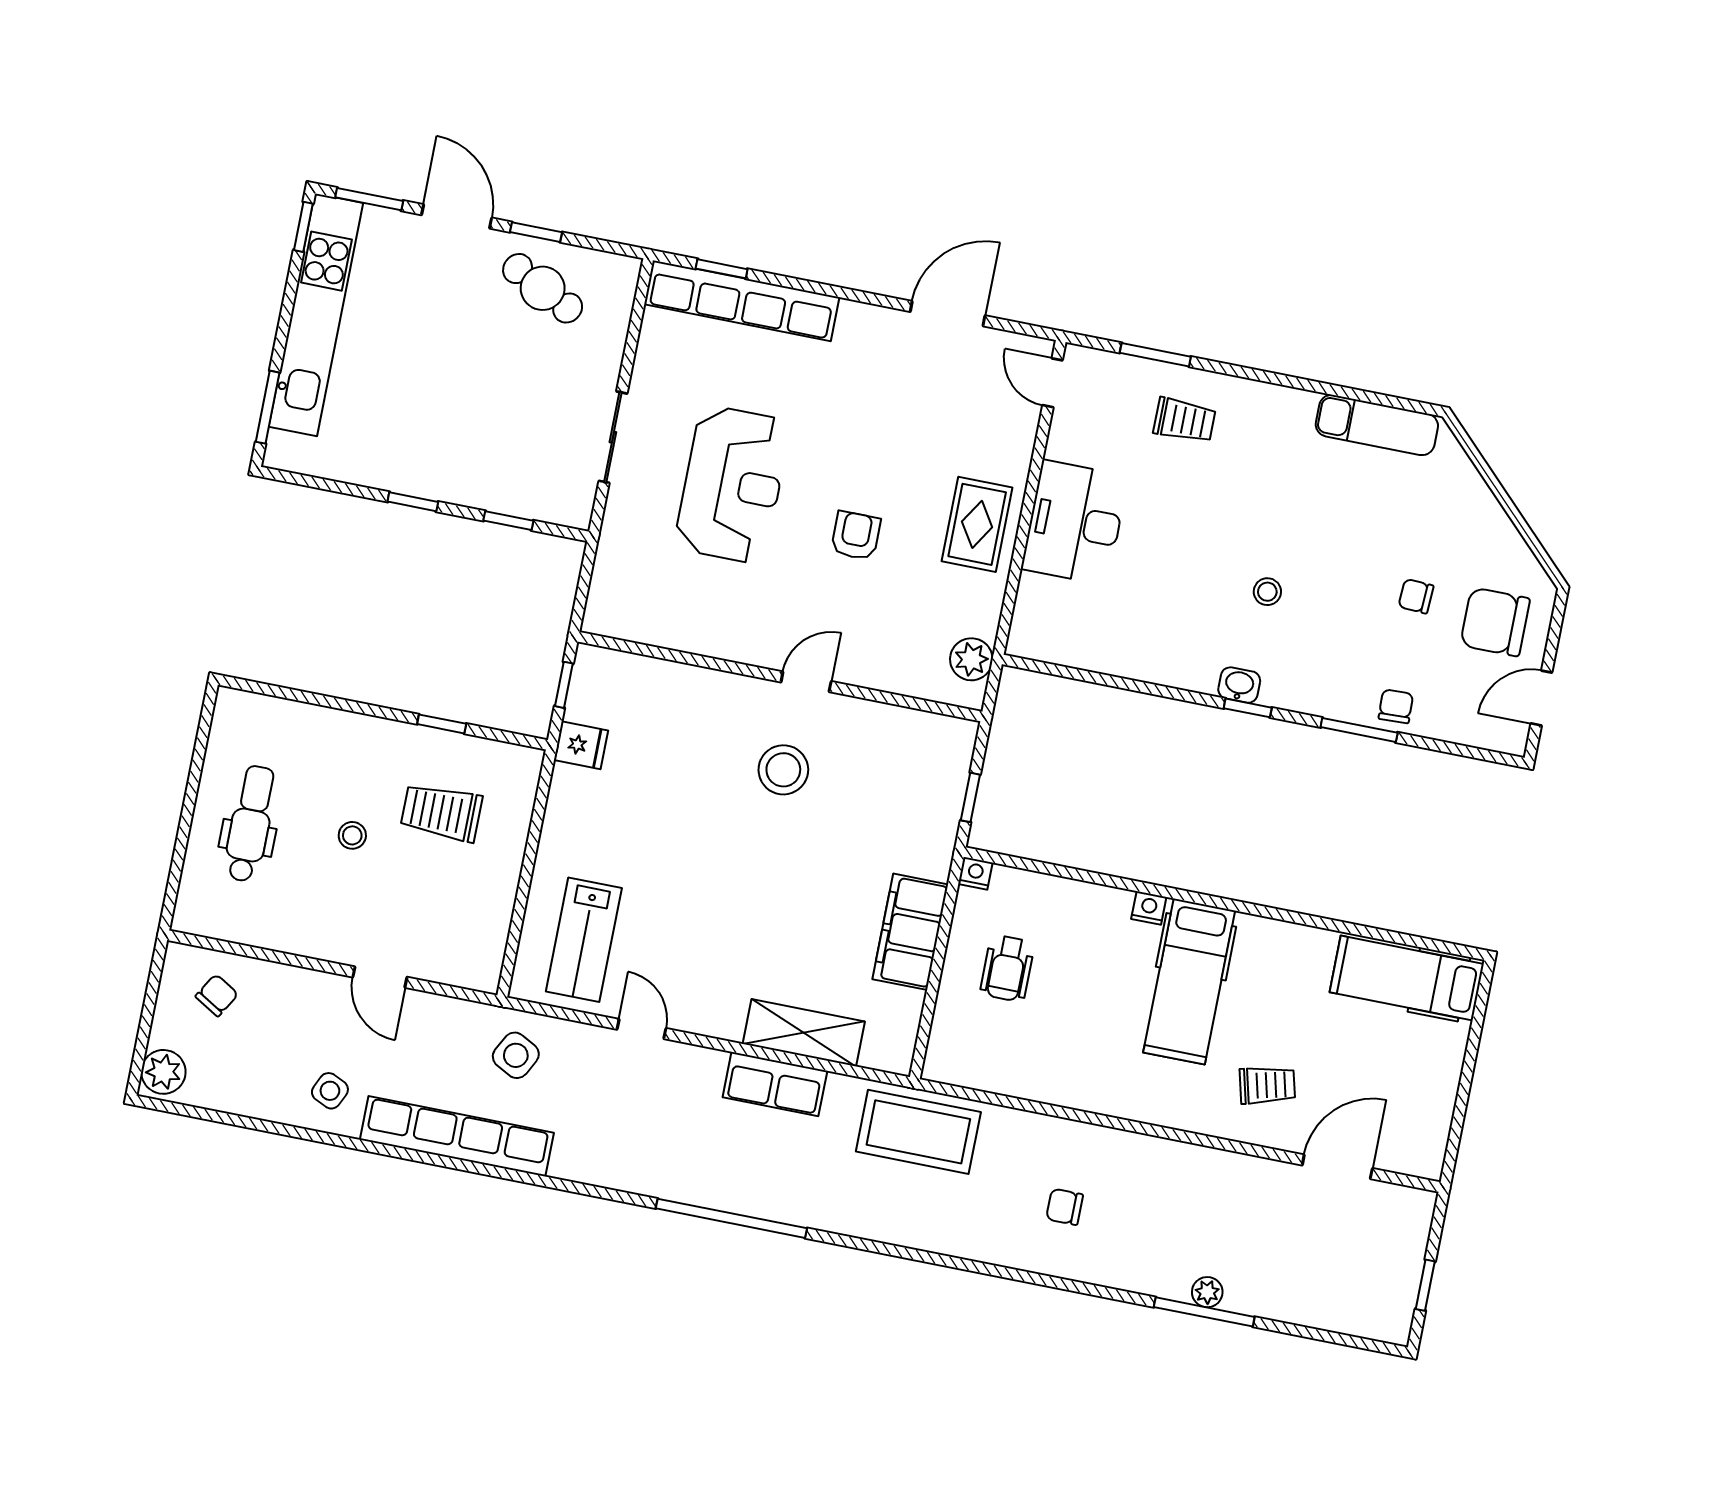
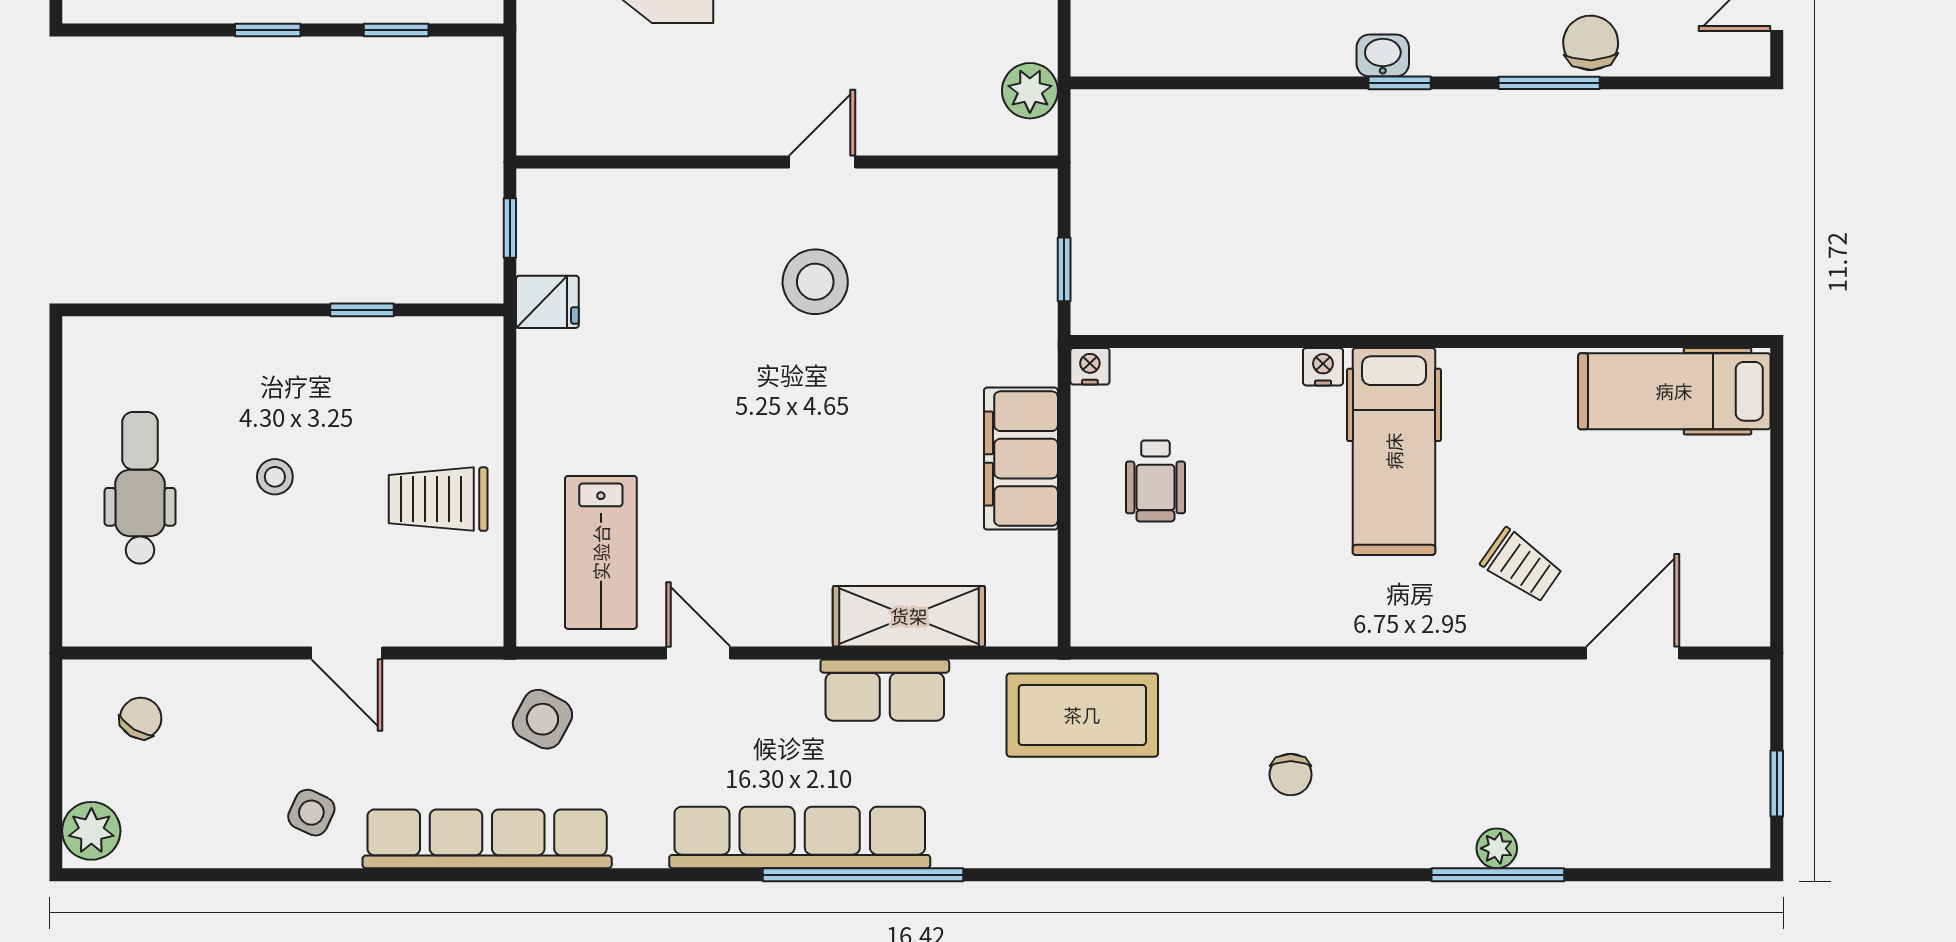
chair: (1396, 706) -> (1591, 43), width x1.37, depth x1.37
trolley: (441, 812) -> (438, 499), moved
trolley: (1267, 1085) -> (1522, 565), turned 49
row of seats: (690, 1181) -> (800, 837), added
chair: (1065, 1207) -> (1291, 775), turned -90

